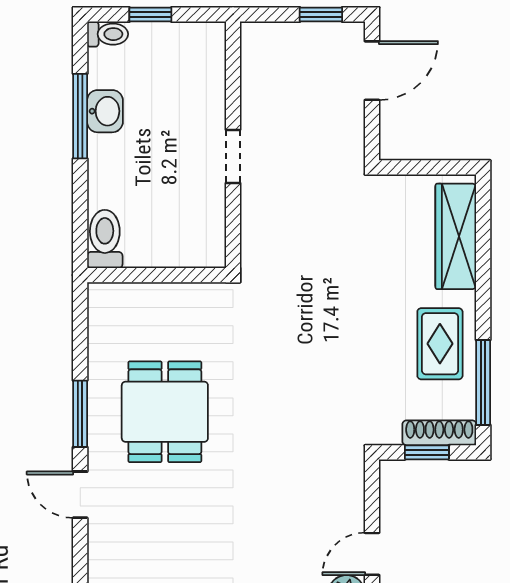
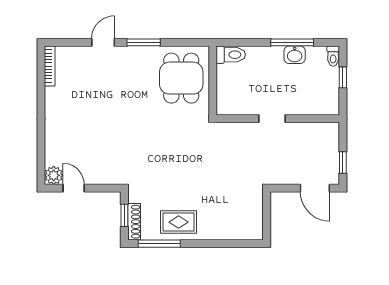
wardrobe: (456, 236) -> (232, 230), removed
dining table: (165, 412) -> (181, 78), moved, turned 90

